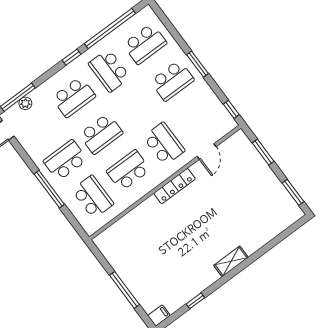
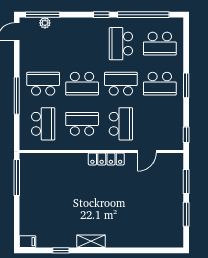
school desk: (74, 97) -> (121, 84), moved, turned 180
window: (293, 192) -> (186, 214), moved
shelving: (231, 261) -> (91, 241), moved
window: (124, 290) -> (17, 178), moved

